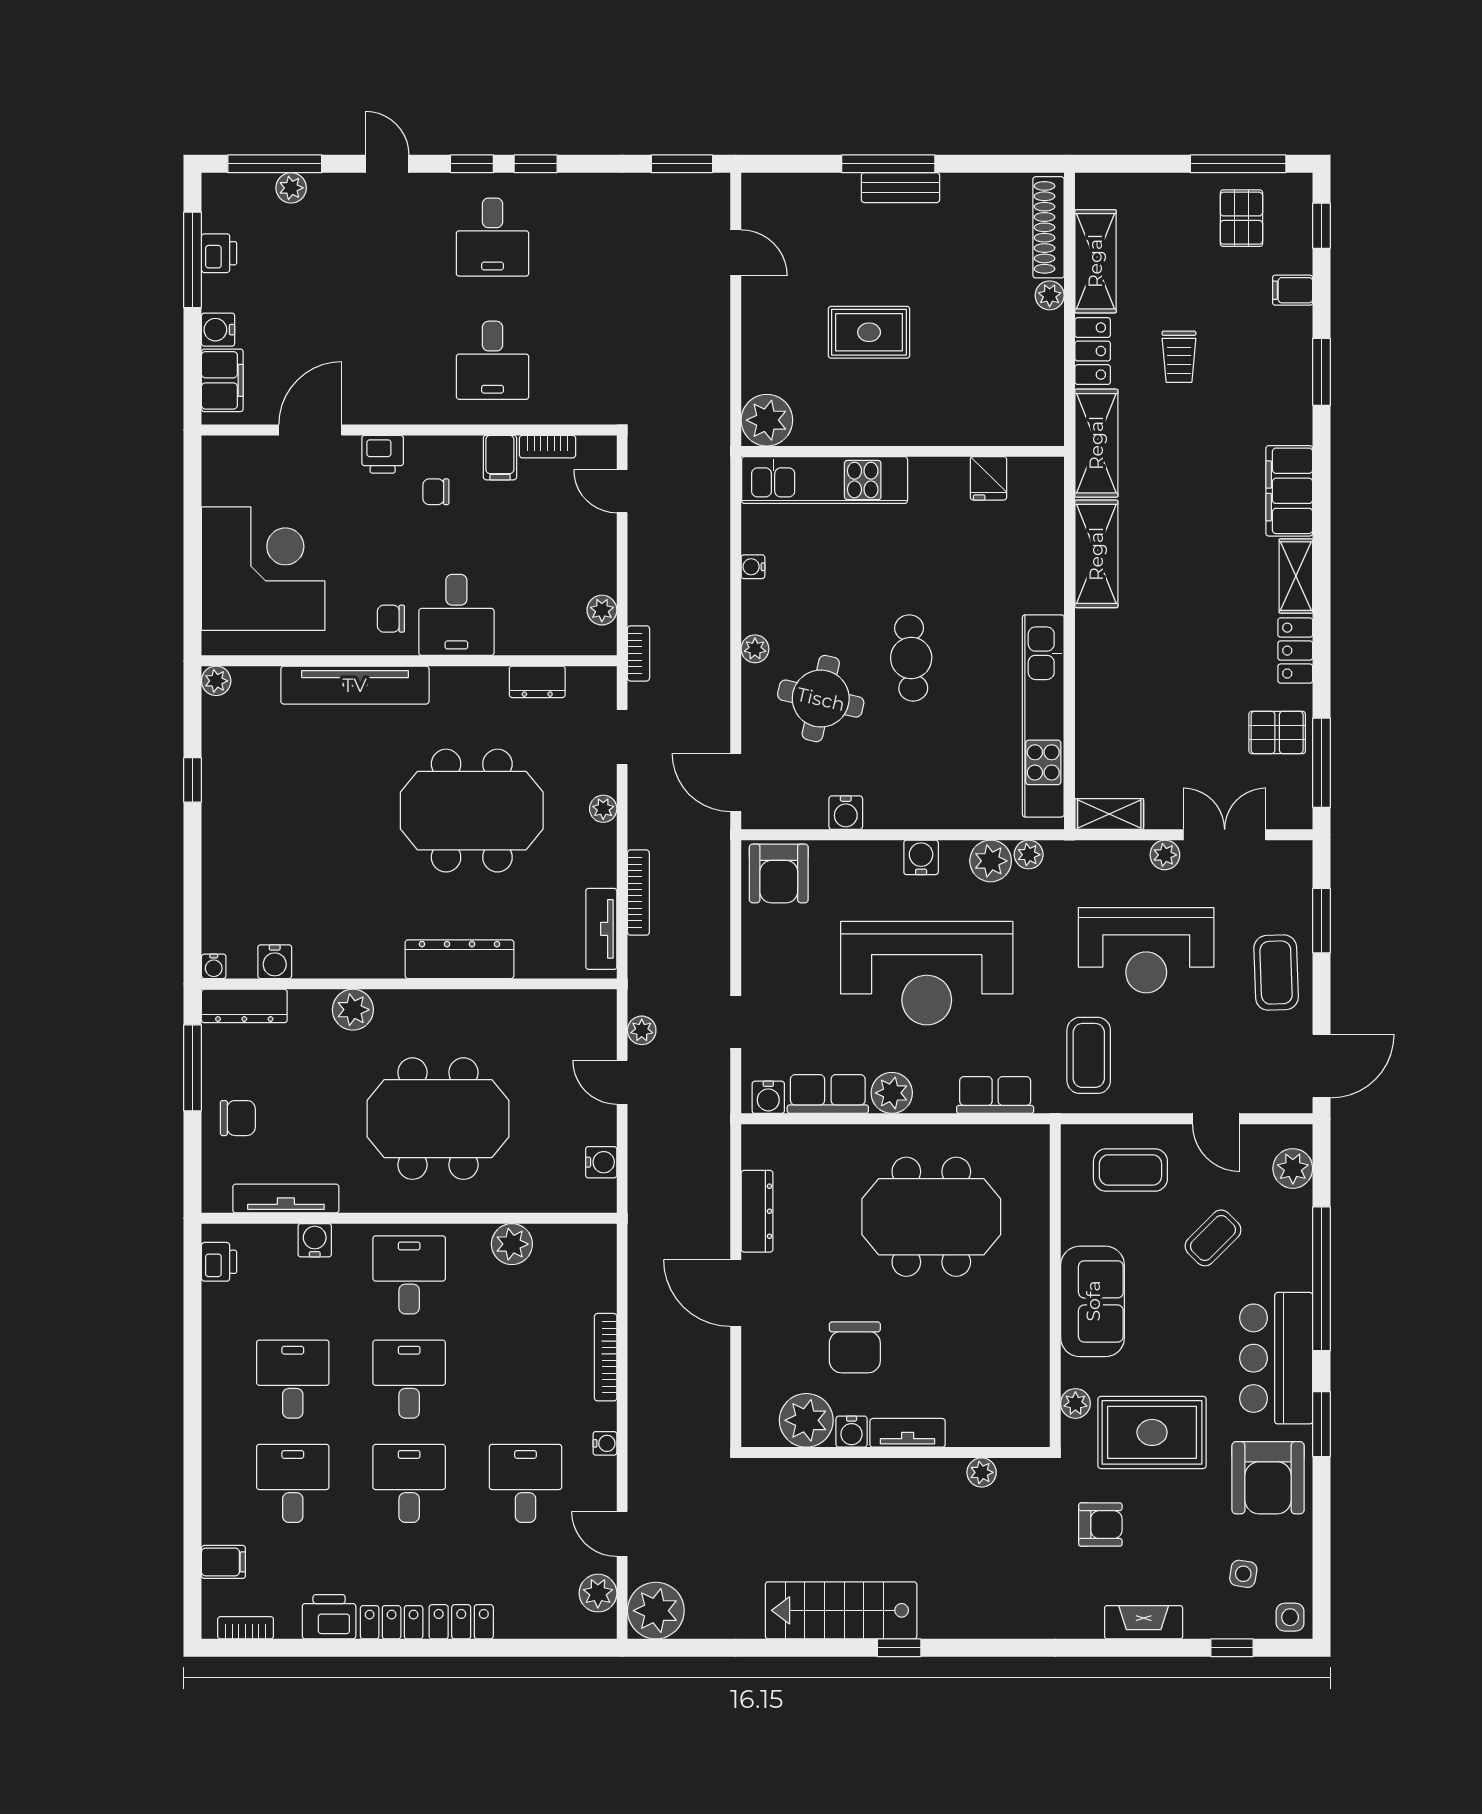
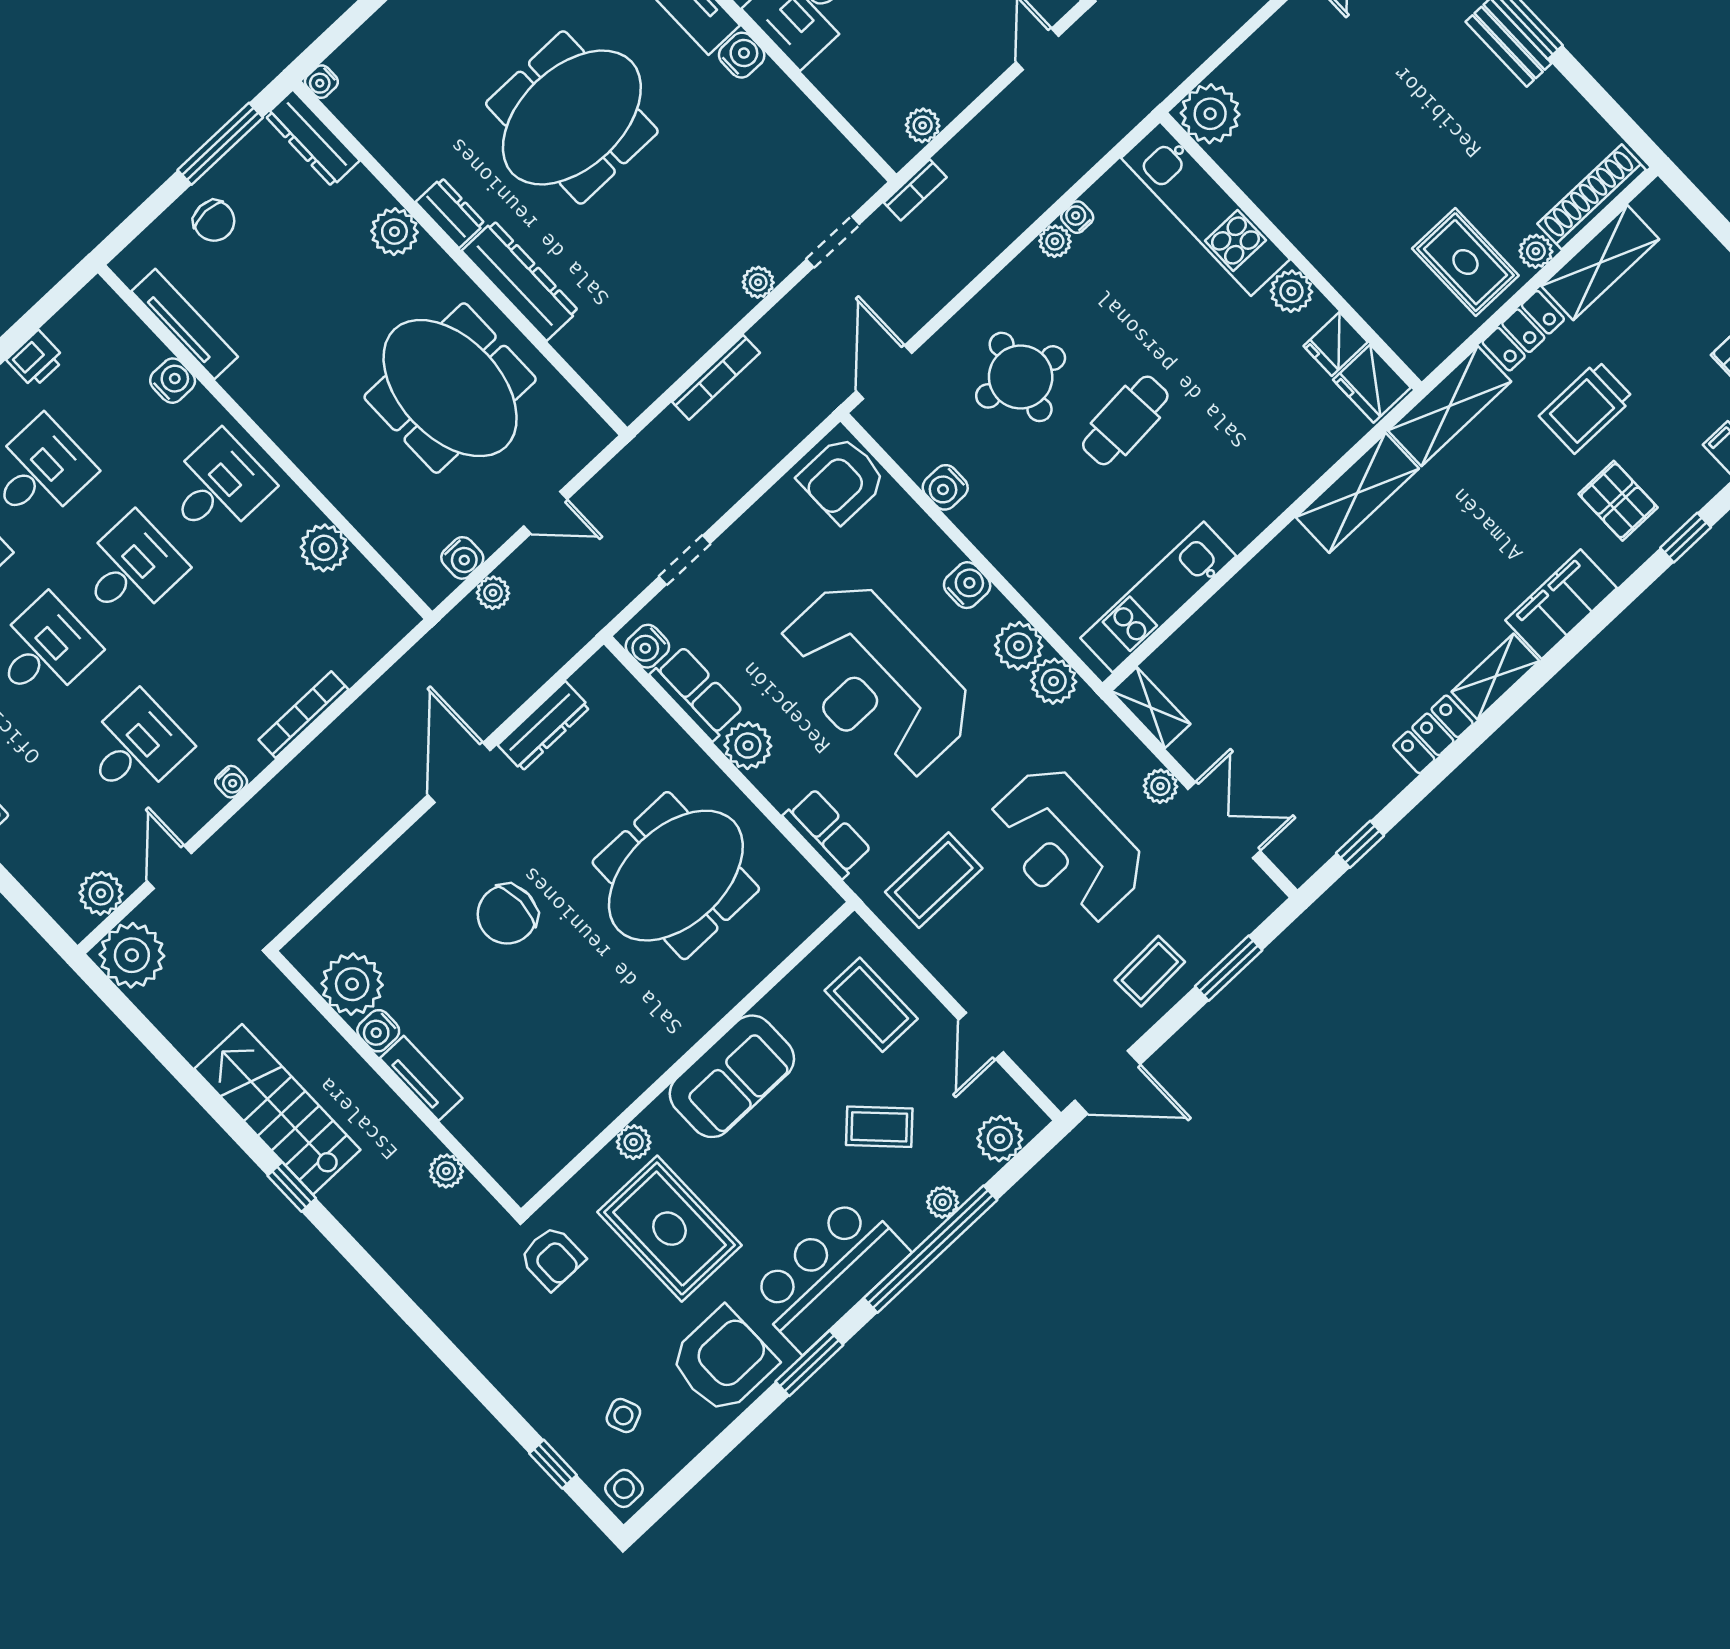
rug: (869, 332) -> (1465, 262), moved
trolley: (1179, 357) -> (1586, 407), width x1.36, depth x1.39
window: (1322, 372) -> (1686, 538), width x0.67
plant: (929, 475) -> (1291, 291), added
fridge: (1036, 479) -> (1372, 384), added
plant: (755, 649) -> (1055, 241), moved
dresser: (537, 682) -> (450, 213), moved, turned 180
kitchen unit: (1043, 716) -> (1158, 597), width x0.73
pallet: (1277, 732) -> (1618, 501), moved
window: (1322, 763) -> (1360, 844), width x0.46
meeting table: (472, 811) -> (572, 117), moved, turned 90
plant: (1029, 855) -> (1054, 681), width x1.38, depth x1.38
tv unit: (601, 929) -> (657, 375), removed
water cooler: (275, 962) -> (742, 55), moved, turned 180
coffee table: (1276, 973) -> (1150, 971), width x0.73, depth x0.77
plant: (642, 1030) -> (493, 593), moved
door: (622, 1082) -> (545, 513), swing flipped
meeting table: (438, 1119) -> (450, 388), moved
meeting table: (931, 1217) -> (676, 876), turned 90
plant: (1299, 1243) -> (943, 1202), added
printer: (219, 1262) -> (36, 359), moved
plant: (806, 1420) -> (352, 984), moved
water cooler: (852, 1432) -> (378, 1031), moved
tv unit: (908, 1433) -> (421, 1078), moved
wall: (896, 1453) -> (395, 1084), moved
plant: (982, 1472) -> (446, 1171), moved
armchair: (1268, 1478) -> (723, 1361), turned 180
side table: (1243, 1574) -> (623, 1415), turned -32
fireplace: (1144, 1622) -> (505, 1371), removed

